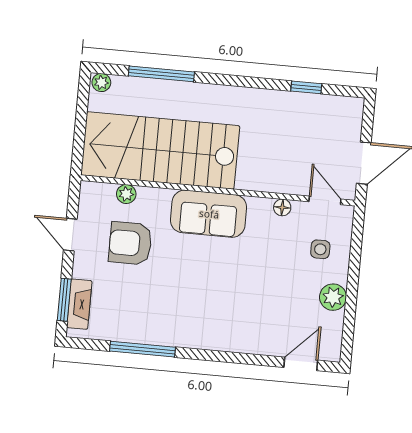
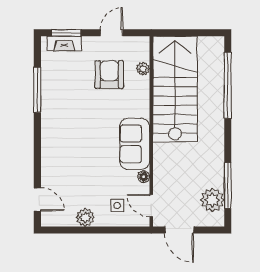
window: (161, 74) -> (228, 85), width x1.46
plant: (101, 83) -> (212, 200), moved, width x1.87, depth x1.87
window: (306, 87) -> (228, 186), width x2.17
door: (325, 200) -> (151, 206), swing flipped
sofa: (209, 214) -> (135, 144), moved

